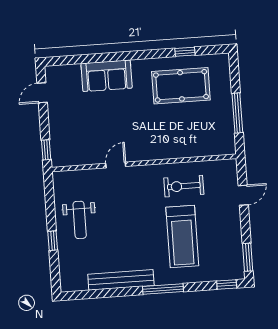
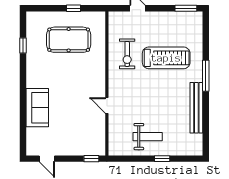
pool table: (181, 86) -> (69, 40), moved, turned 90
window: (237, 113) -> (73, 8), width x0.46
window: (227, 284) -> (206, 26), removed

